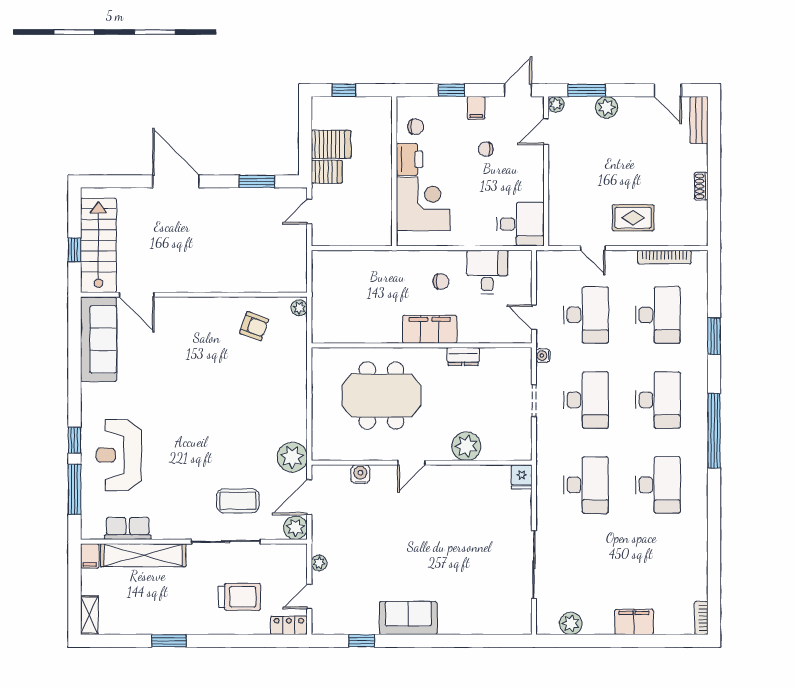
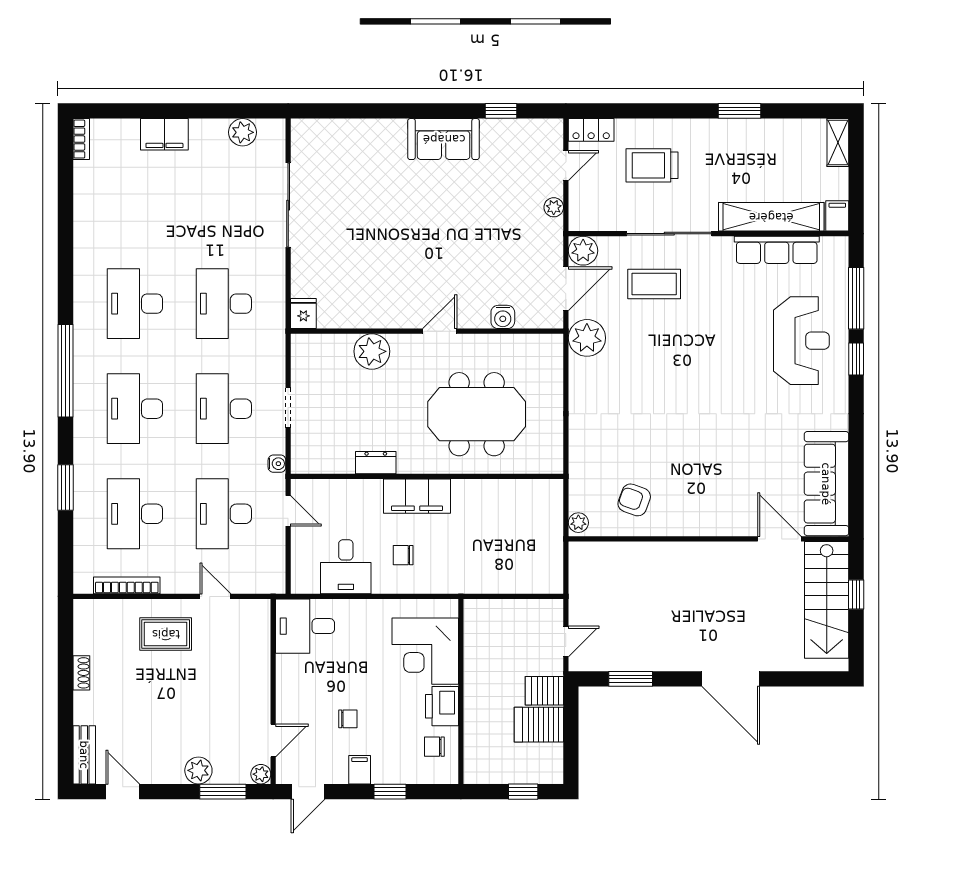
row of seats: (128, 528) -> (777, 250), width x1.48

